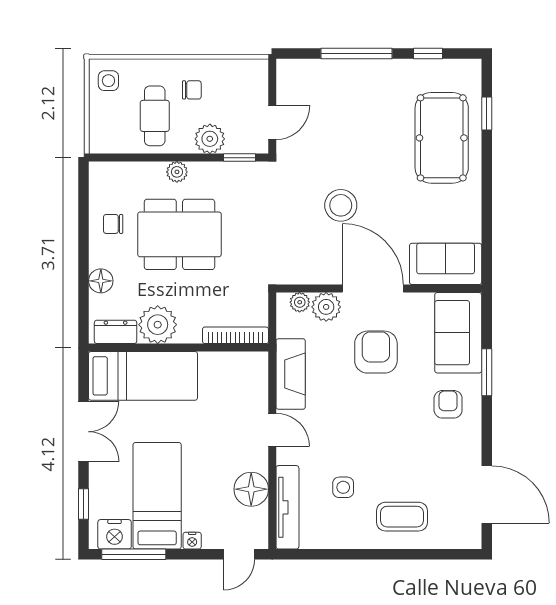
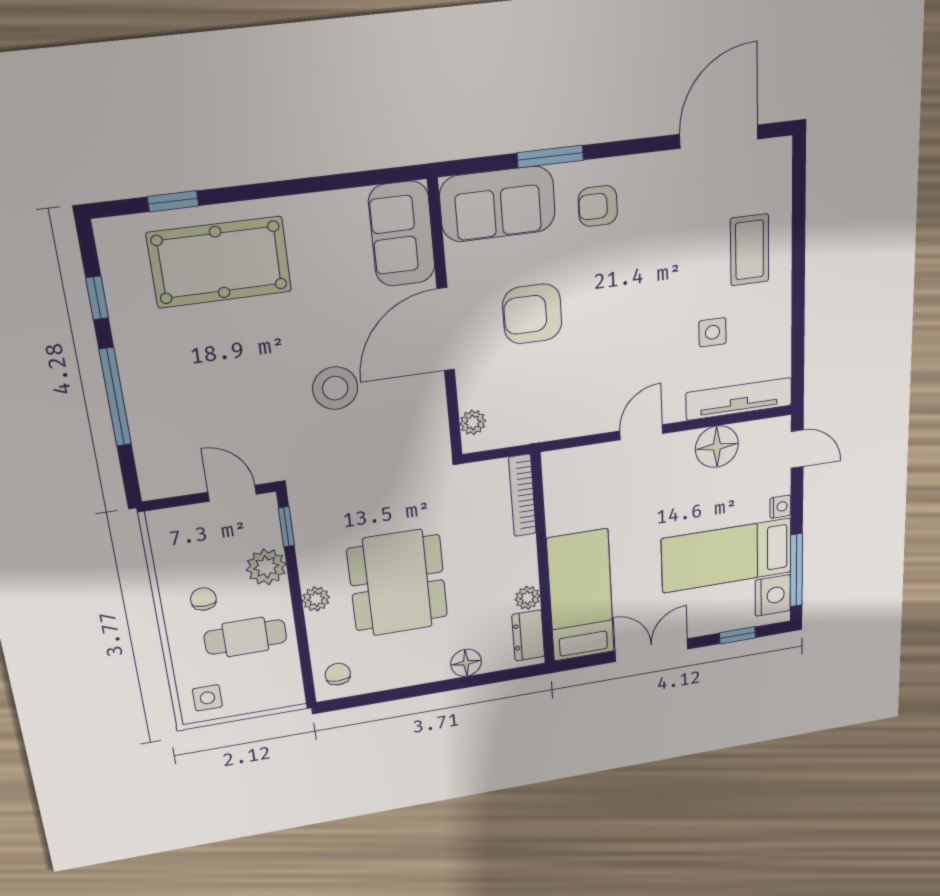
chair: (113, 224) -> (338, 674), moved, turned 180
plant: (326, 307) -> (476, 388), removed
plant: (158, 325) -> (528, 598), width x0.53, depth x0.53
fireplace: (291, 374) -> (568, 420), removed

